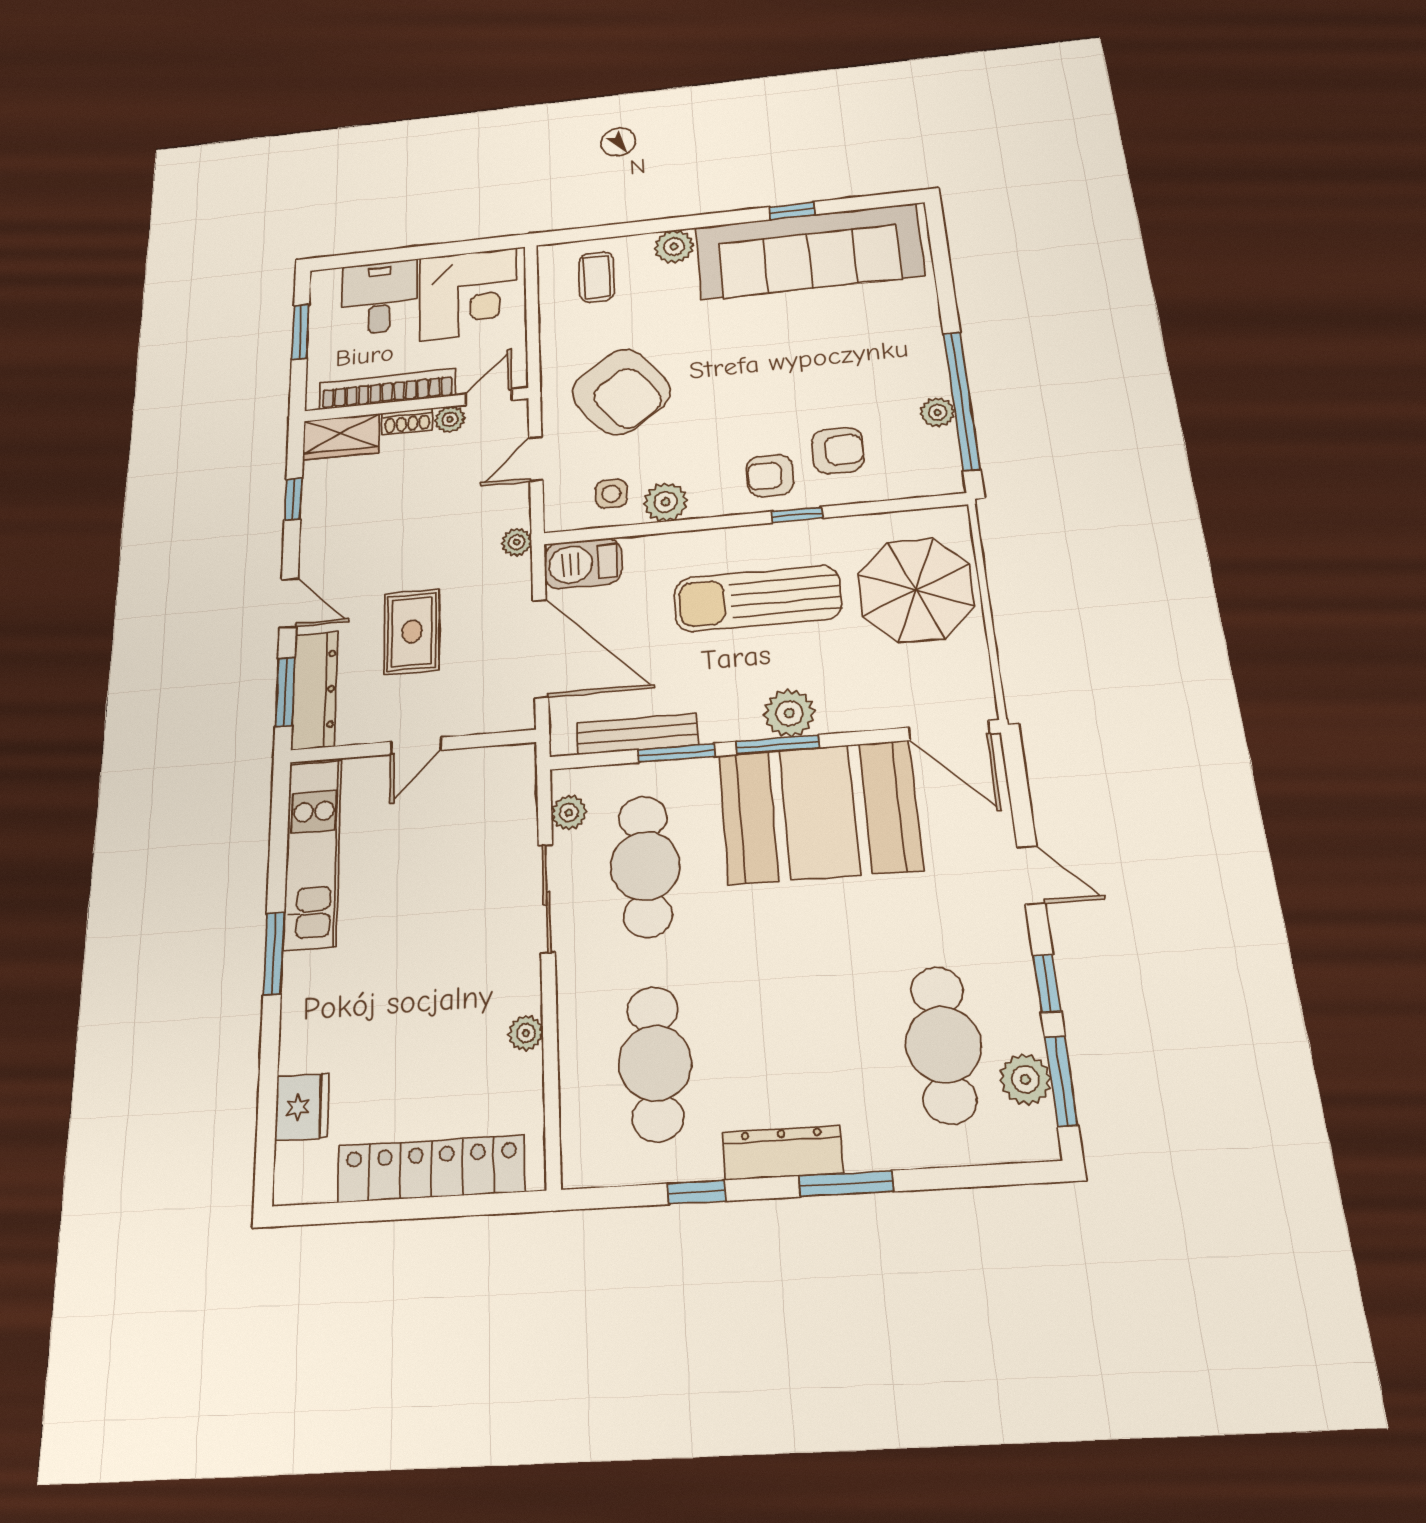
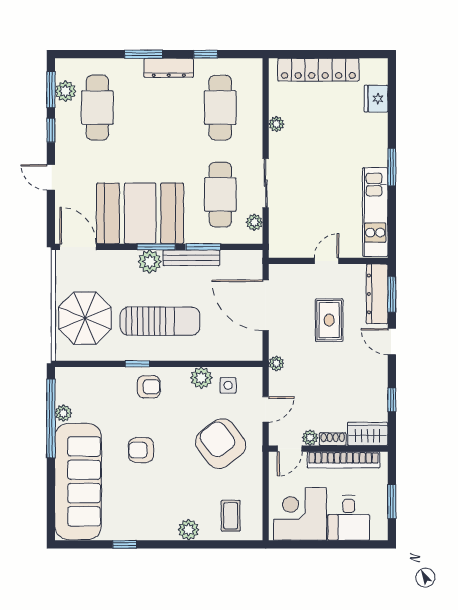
sofa: (809, 251) -> (78, 481), moved, turned 90
armchair: (838, 450) -> (141, 450), moved
barbecue: (583, 563) -> (244, 348), removed
bench: (637, 734) -> (191, 258), moved

